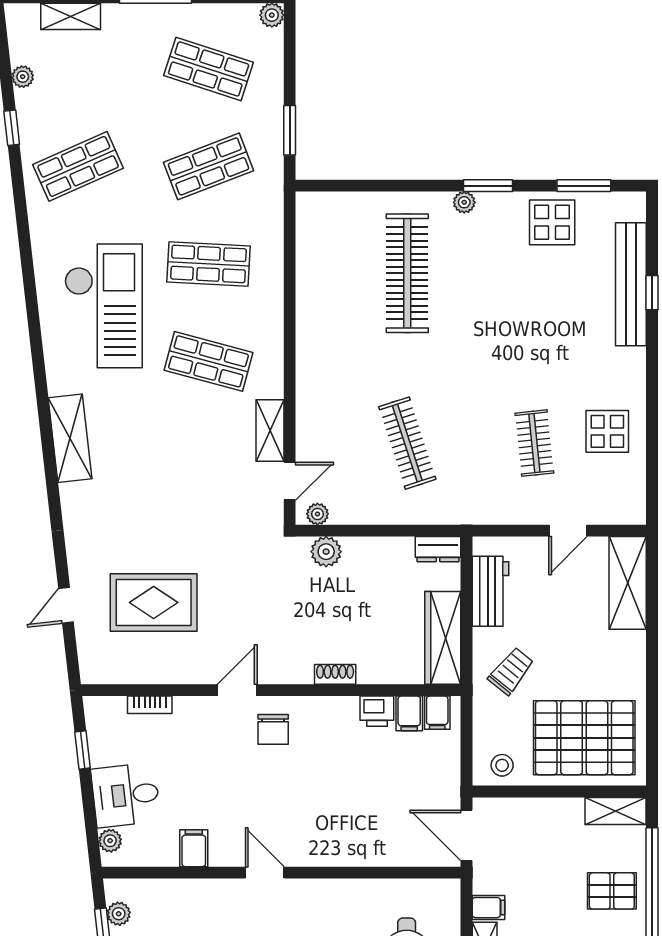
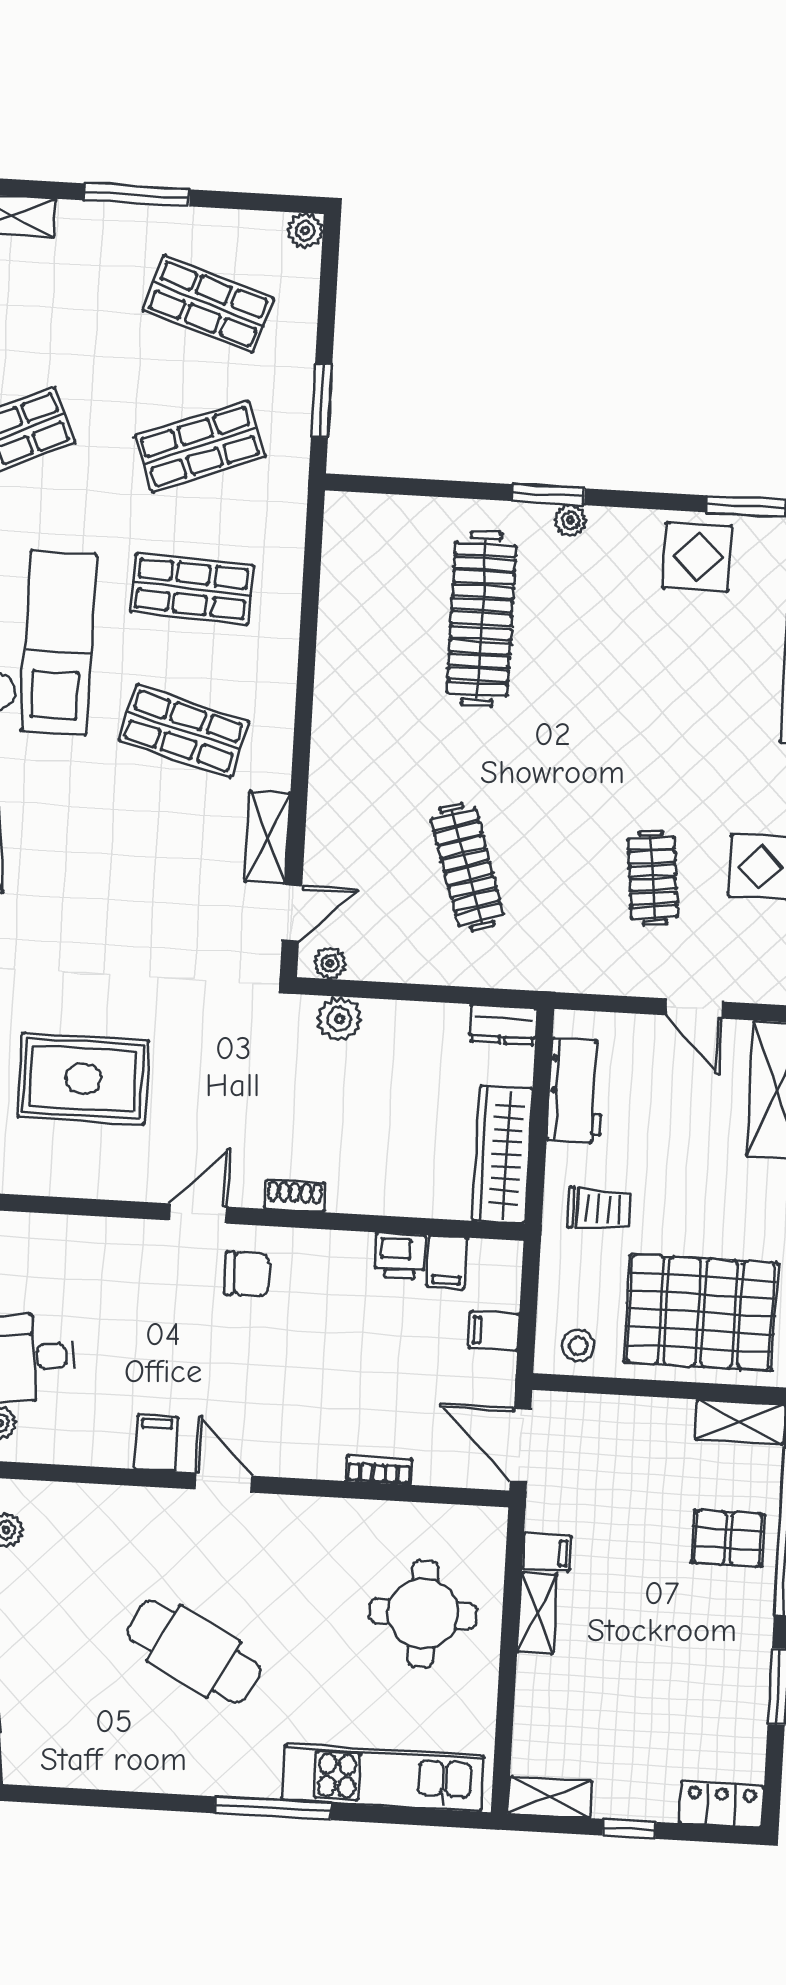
window: (488, 186) -> (548, 495), moved
door: (568, 531) -> (694, 1009), hinge flipped
trolley: (511, 671) -> (599, 1209), turned 51
shoe rack: (335, 674) -> (295, 1196), moved
bookcase: (150, 705) -> (379, 1470), moved, turned 180
filing cabinet: (437, 713) -> (494, 1331), moved, turned 90
chair: (273, 729) -> (247, 1274), turned -90
filing cabinet: (194, 848) -> (156, 1443), moved

